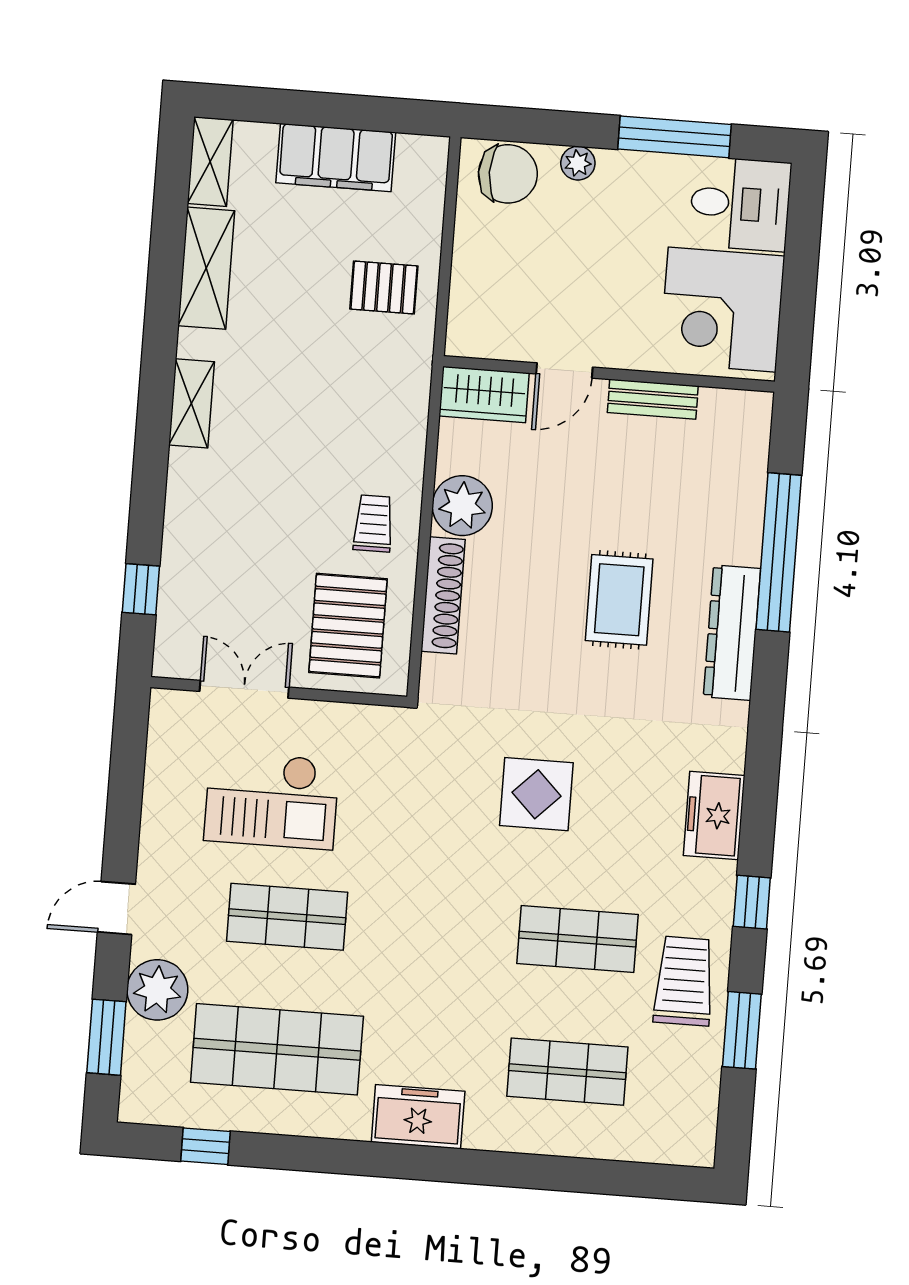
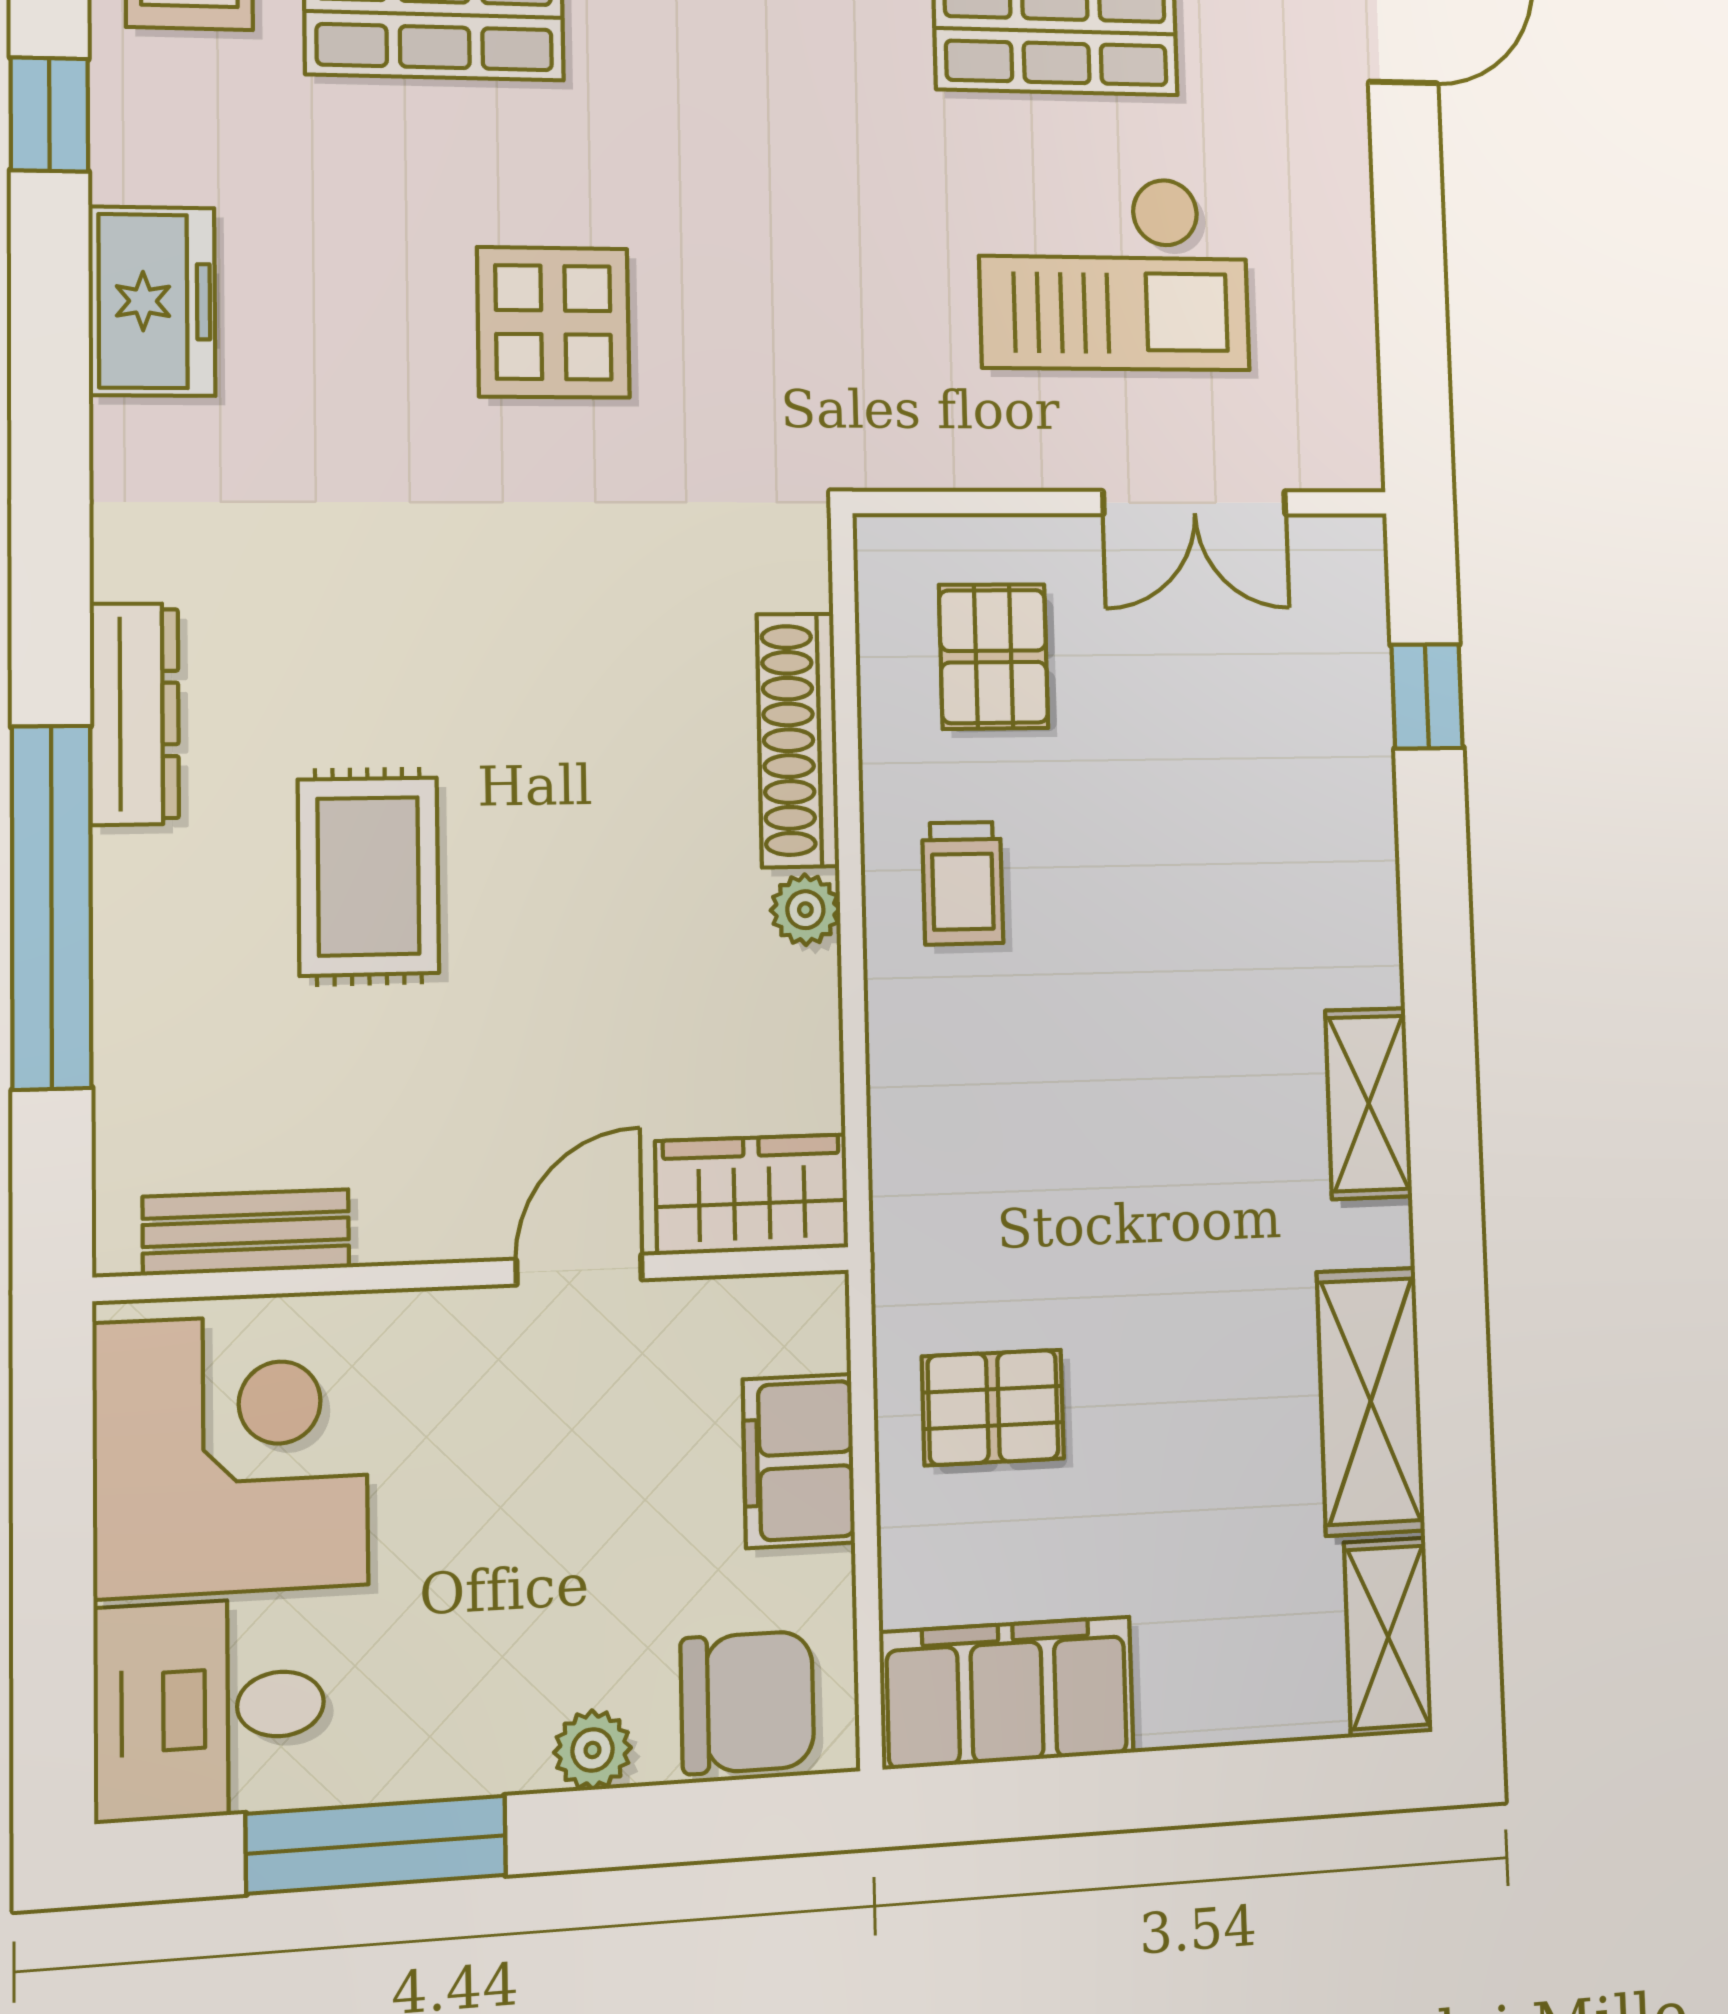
filing cabinet: (336, 158) -> (1007, 1693), moved
chair: (508, 174) -> (747, 1702), turned 180
filing cabinet: (475, 275) -> (799, 1461), added
bench: (653, 399) -> (246, 1232), moved
plant: (462, 506) -> (805, 910), width x0.53, depth x0.53
rug: (619, 600) -> (368, 876), moved
pallet: (348, 626) -> (994, 656), width x0.67, depth x0.71
dresser: (732, 633) -> (134, 714), width x0.73, depth x0.80
checkout: (271, 800) -> (1114, 273), turned 180

